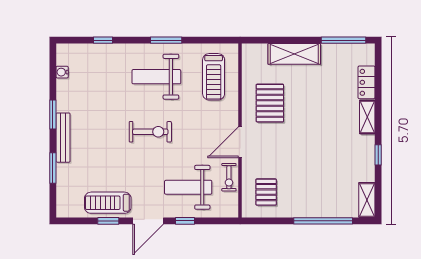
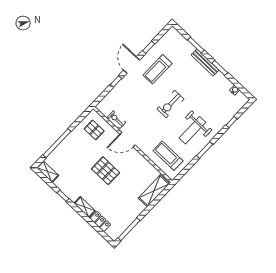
shelving: (294, 54) -> (154, 191), moved
weight bench: (156, 77) -> (192, 130), turned 180
pallet: (270, 103) -> (106, 171), moved
door: (240, 142) -> (128, 140), swing flipped
weight bench: (188, 187) -> (130, 97), removed
treadmill: (108, 203) -> (158, 69), moved, turned 180

